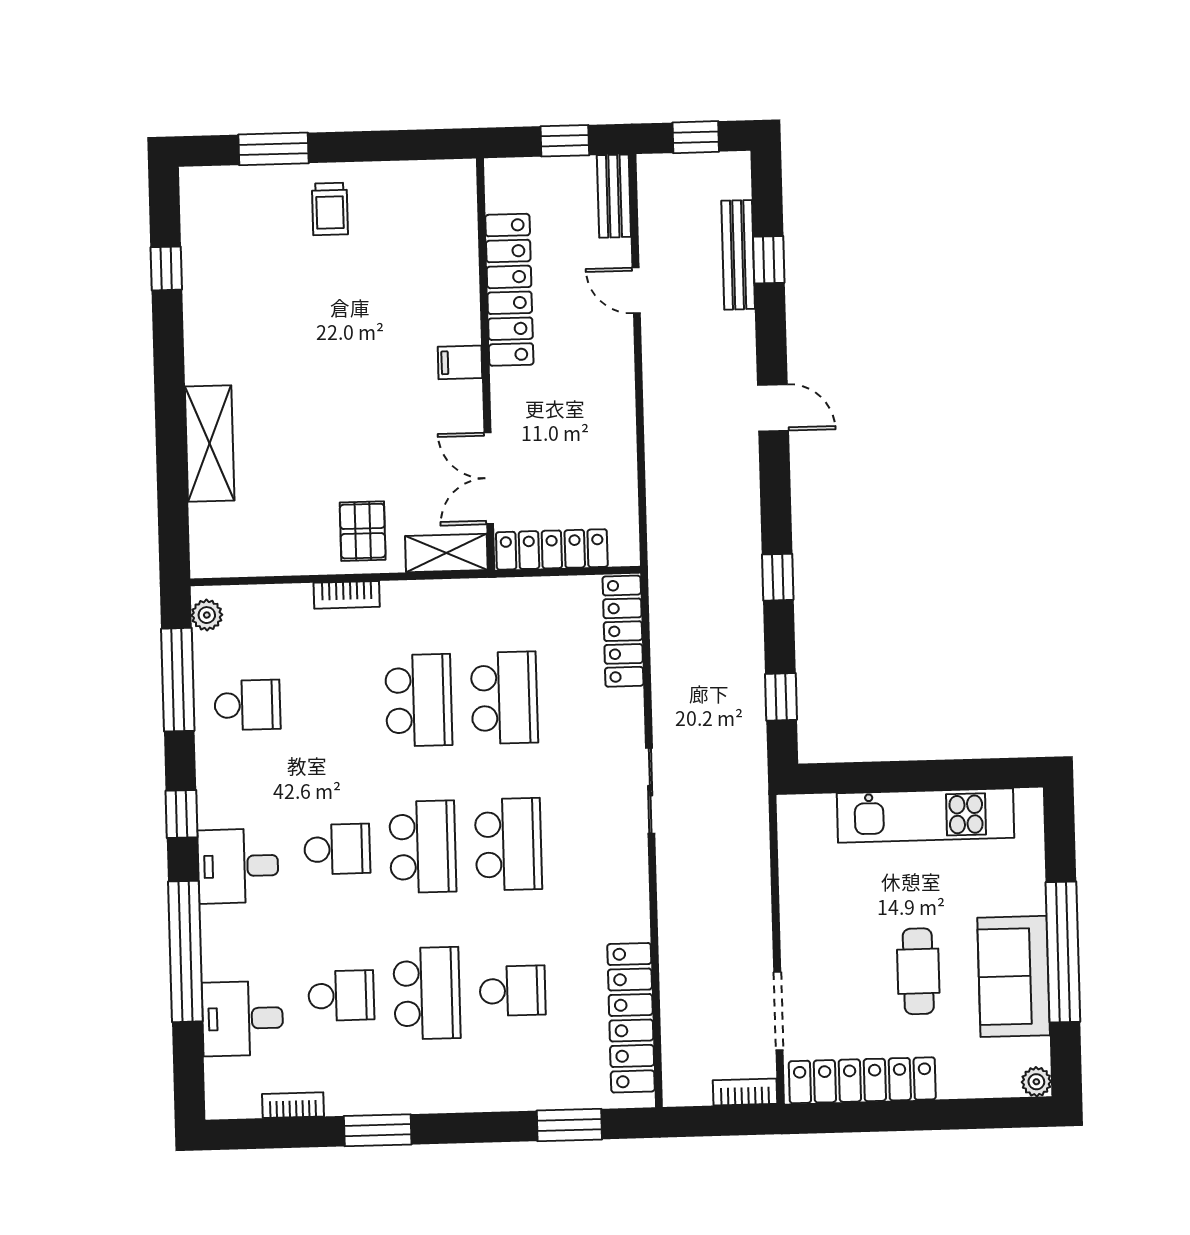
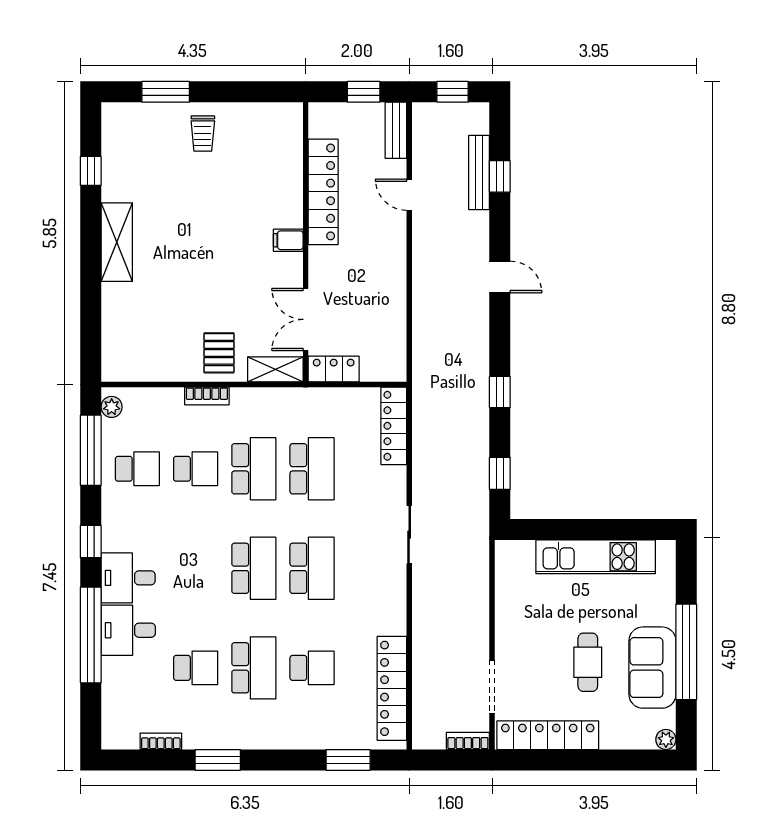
shelving: (210, 444) -> (117, 242), moved
locker: (552, 549) -> (334, 369), width x0.66
school desk: (337, 849) -> (196, 469), moved
desk: (243, 1019) -> (128, 630), moved

